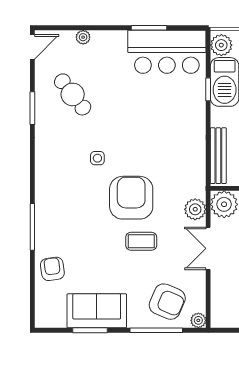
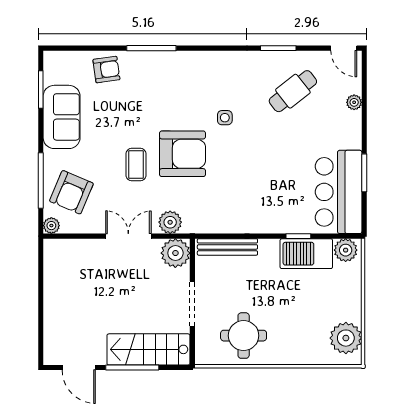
window: (90, 330) -> (41, 90), moved

